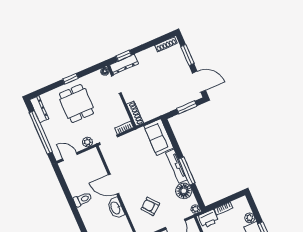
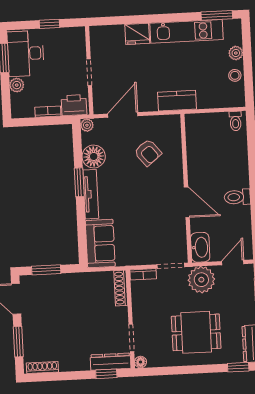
window: (70, 79) -> (238, 367), moved
dining table: (76, 103) -> (196, 332), turned 90
plant: (87, 142) -> (201, 280), width x1.88, depth x1.88
door: (70, 157) -> (233, 263), swing flipped
window: (187, 171) -> (79, 182), width x0.69
washbasin: (116, 208) -> (200, 247), moved

